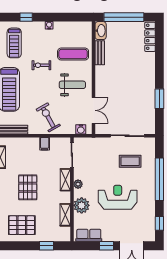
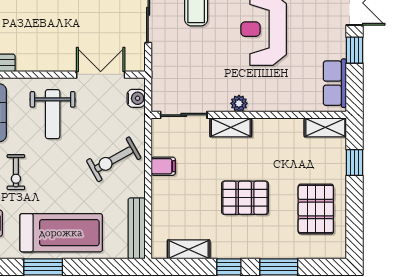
weight bench: (72, 85) -> (53, 114), turned 180
plant: (82, 205) -> (279, 97), removed
shelving: (65, 215) -> (325, 127), moved

